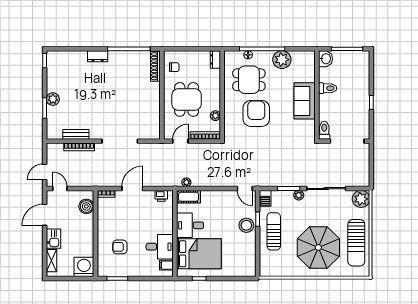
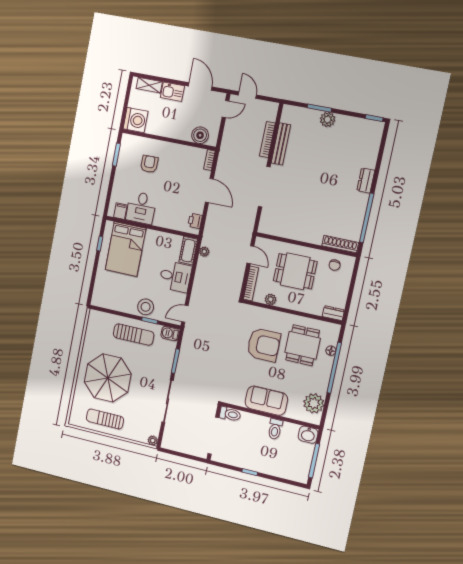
plant: (282, 60) -> (314, 403), moved
bench: (76, 134) -> (281, 144), width x1.36
plant: (299, 195) -> (166, 370), removed
plant: (361, 199) -> (153, 440), width x0.53, depth x0.53
desk: (190, 225) -> (175, 277), moved, turned 90
sun lounger: (356, 243) -> (105, 419), width x0.73, depth x0.75

